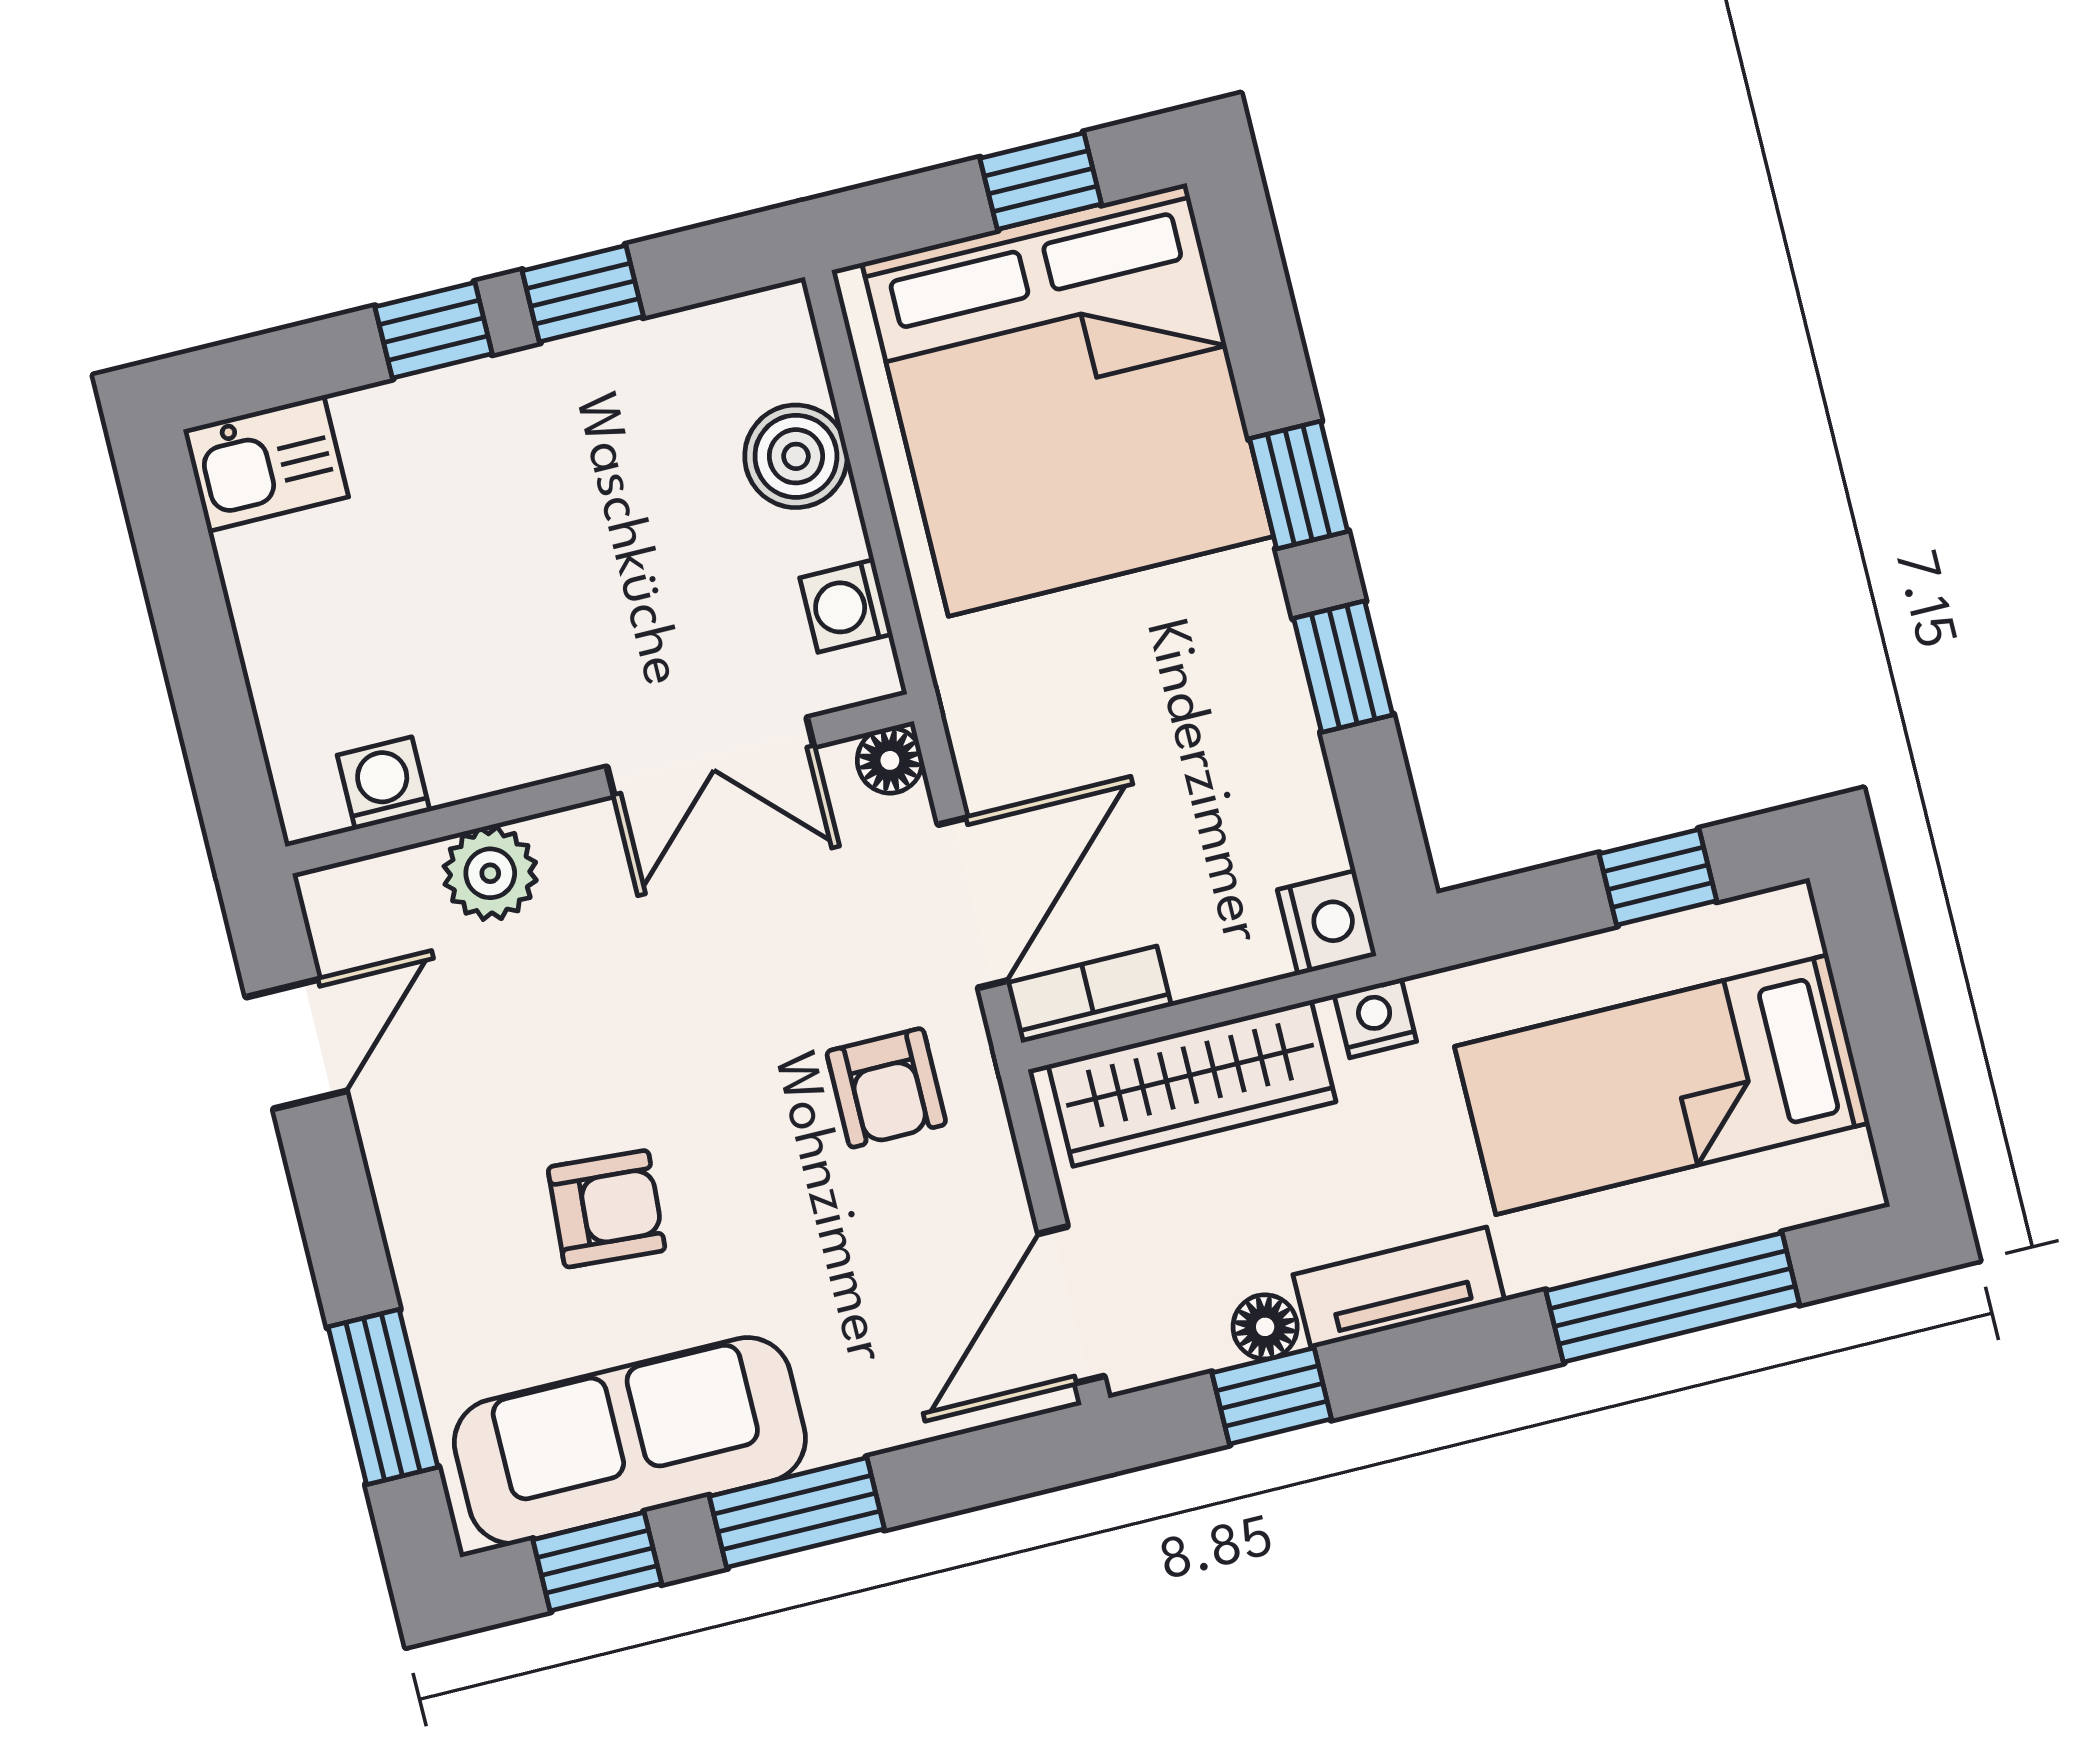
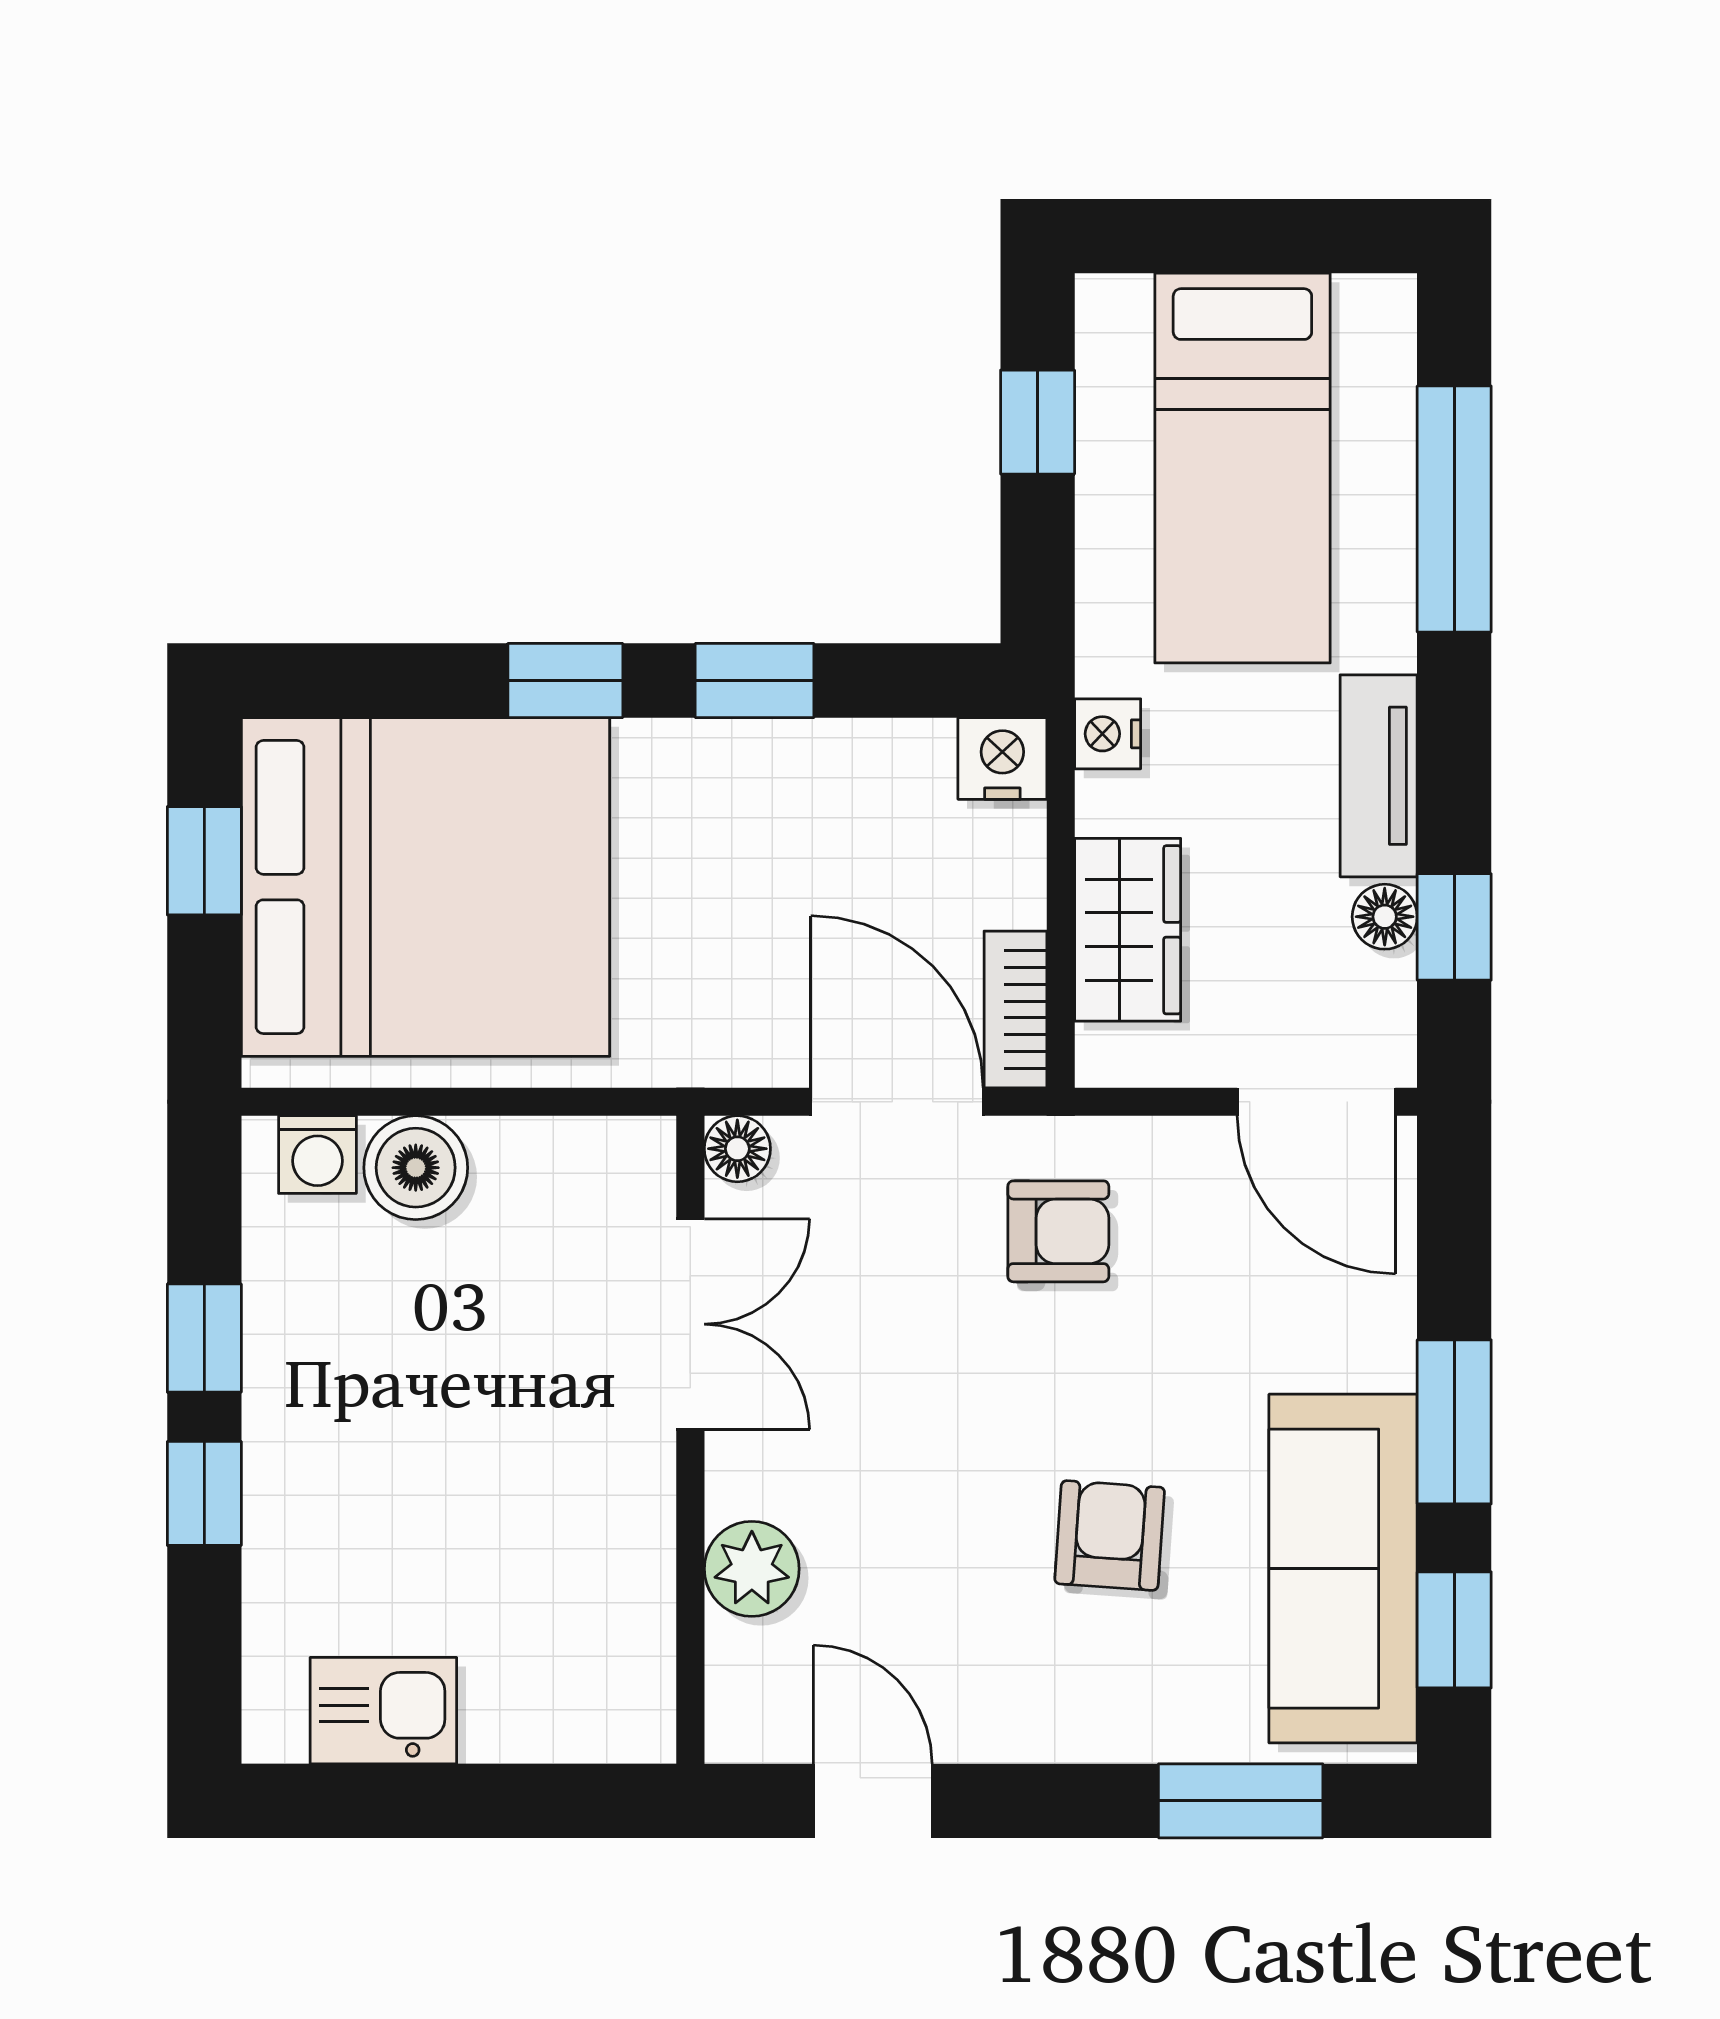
kitchen sink: (266, 463) -> (383, 1711), moved, turned -90
washing machine: (846, 606) -> (317, 1155), moved
washing machine: (384, 783) -> (638, 1652), removed
wardrobe: (1192, 1083) -> (1128, 930), width x0.67

